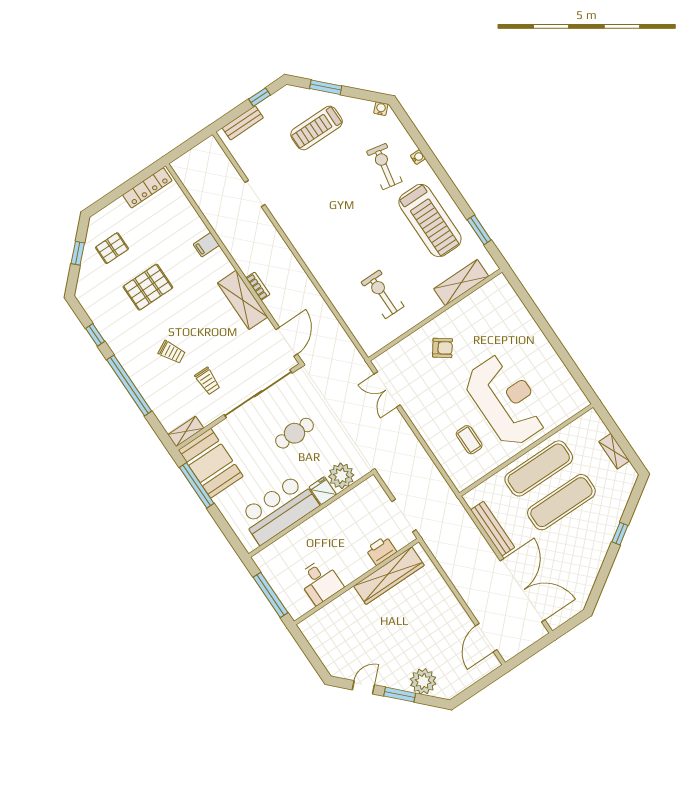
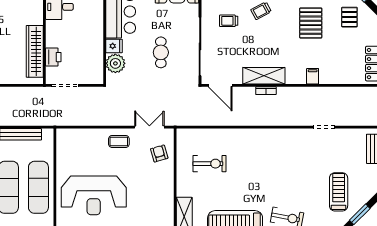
armchair: (442, 348) -> (159, 153), moved, turned 128
coffee table: (469, 440) -> (119, 141), moved

